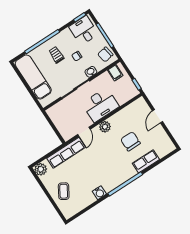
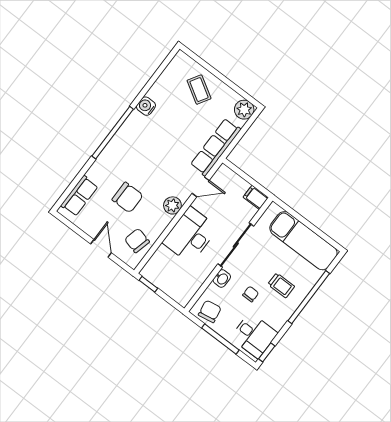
filing cabinet: (115, 73) -> (256, 197), moved
chair: (134, 113) -> (137, 241), added
door: (84, 132) -> (201, 187), swing flipped
row of seats: (146, 161) -> (79, 196), moved

